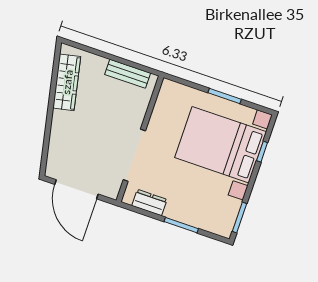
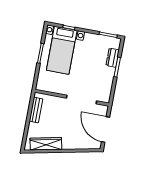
bed with nightstands: (221, 145) -> (62, 50), width x0.73
door: (76, 189) -> (106, 129), swing flipped
dresser: (149, 203) -> (113, 58), moved

